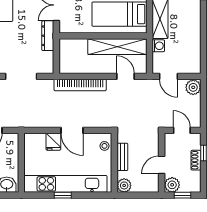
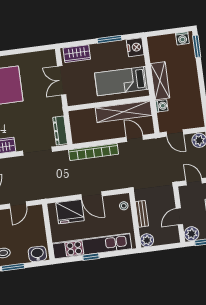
dresser: (48, 36) -> (60, 131), moved
fridge: (53, 142) -> (70, 212), width x1.88, depth x1.34

